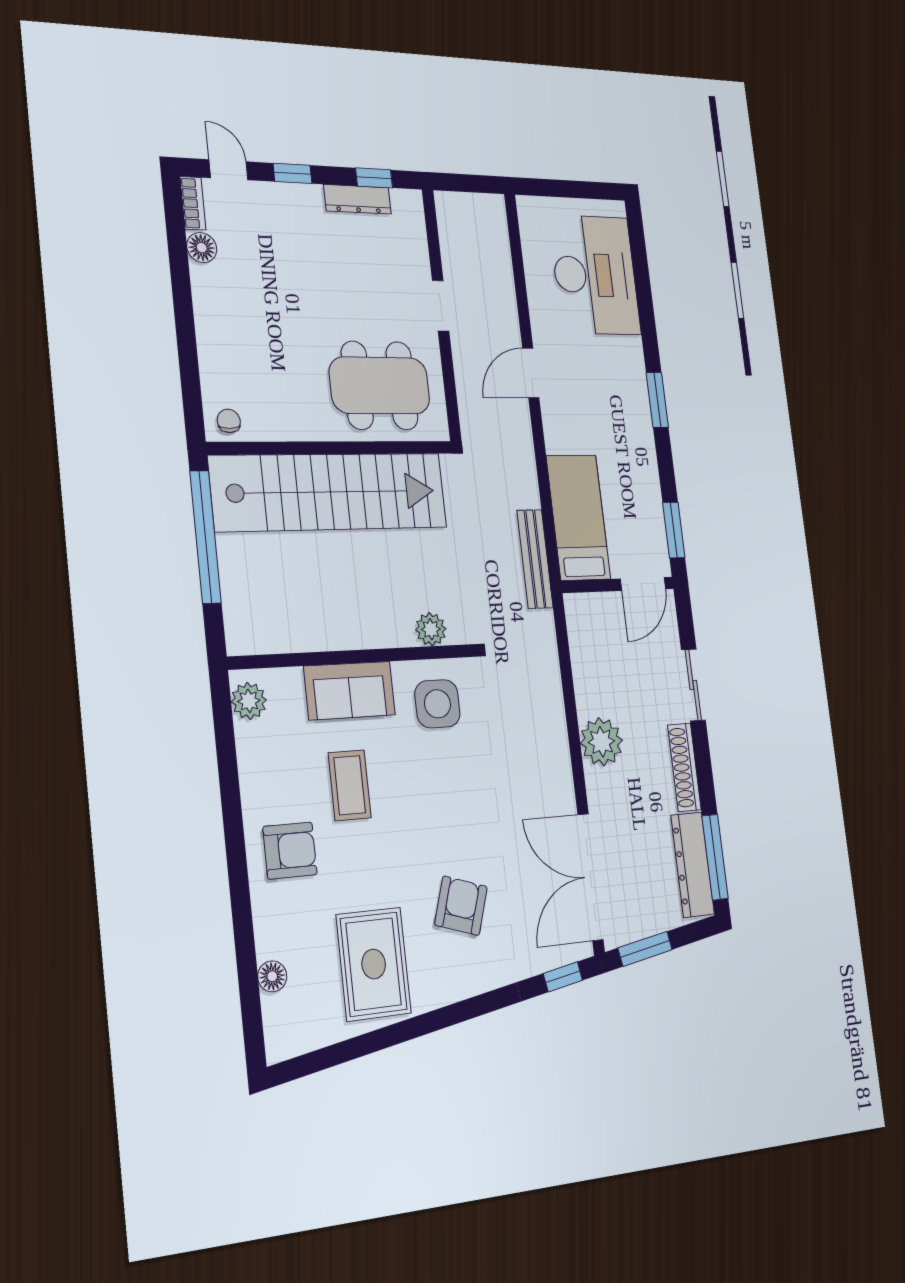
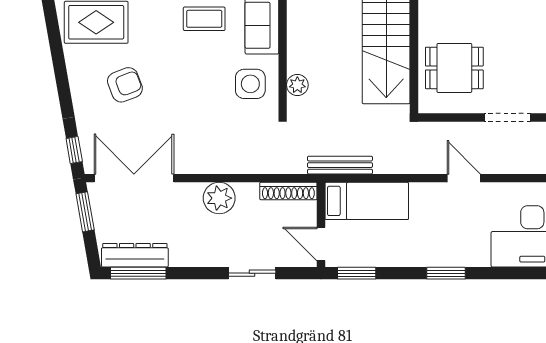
doorway: (441, 306) -> (508, 118), width x1.38
dining table: (380, 385) -> (454, 68), width x0.73
shoe rack: (684, 767) -> (288, 191), moved, turned 180
armchair: (461, 906) -> (125, 85), turned -39

